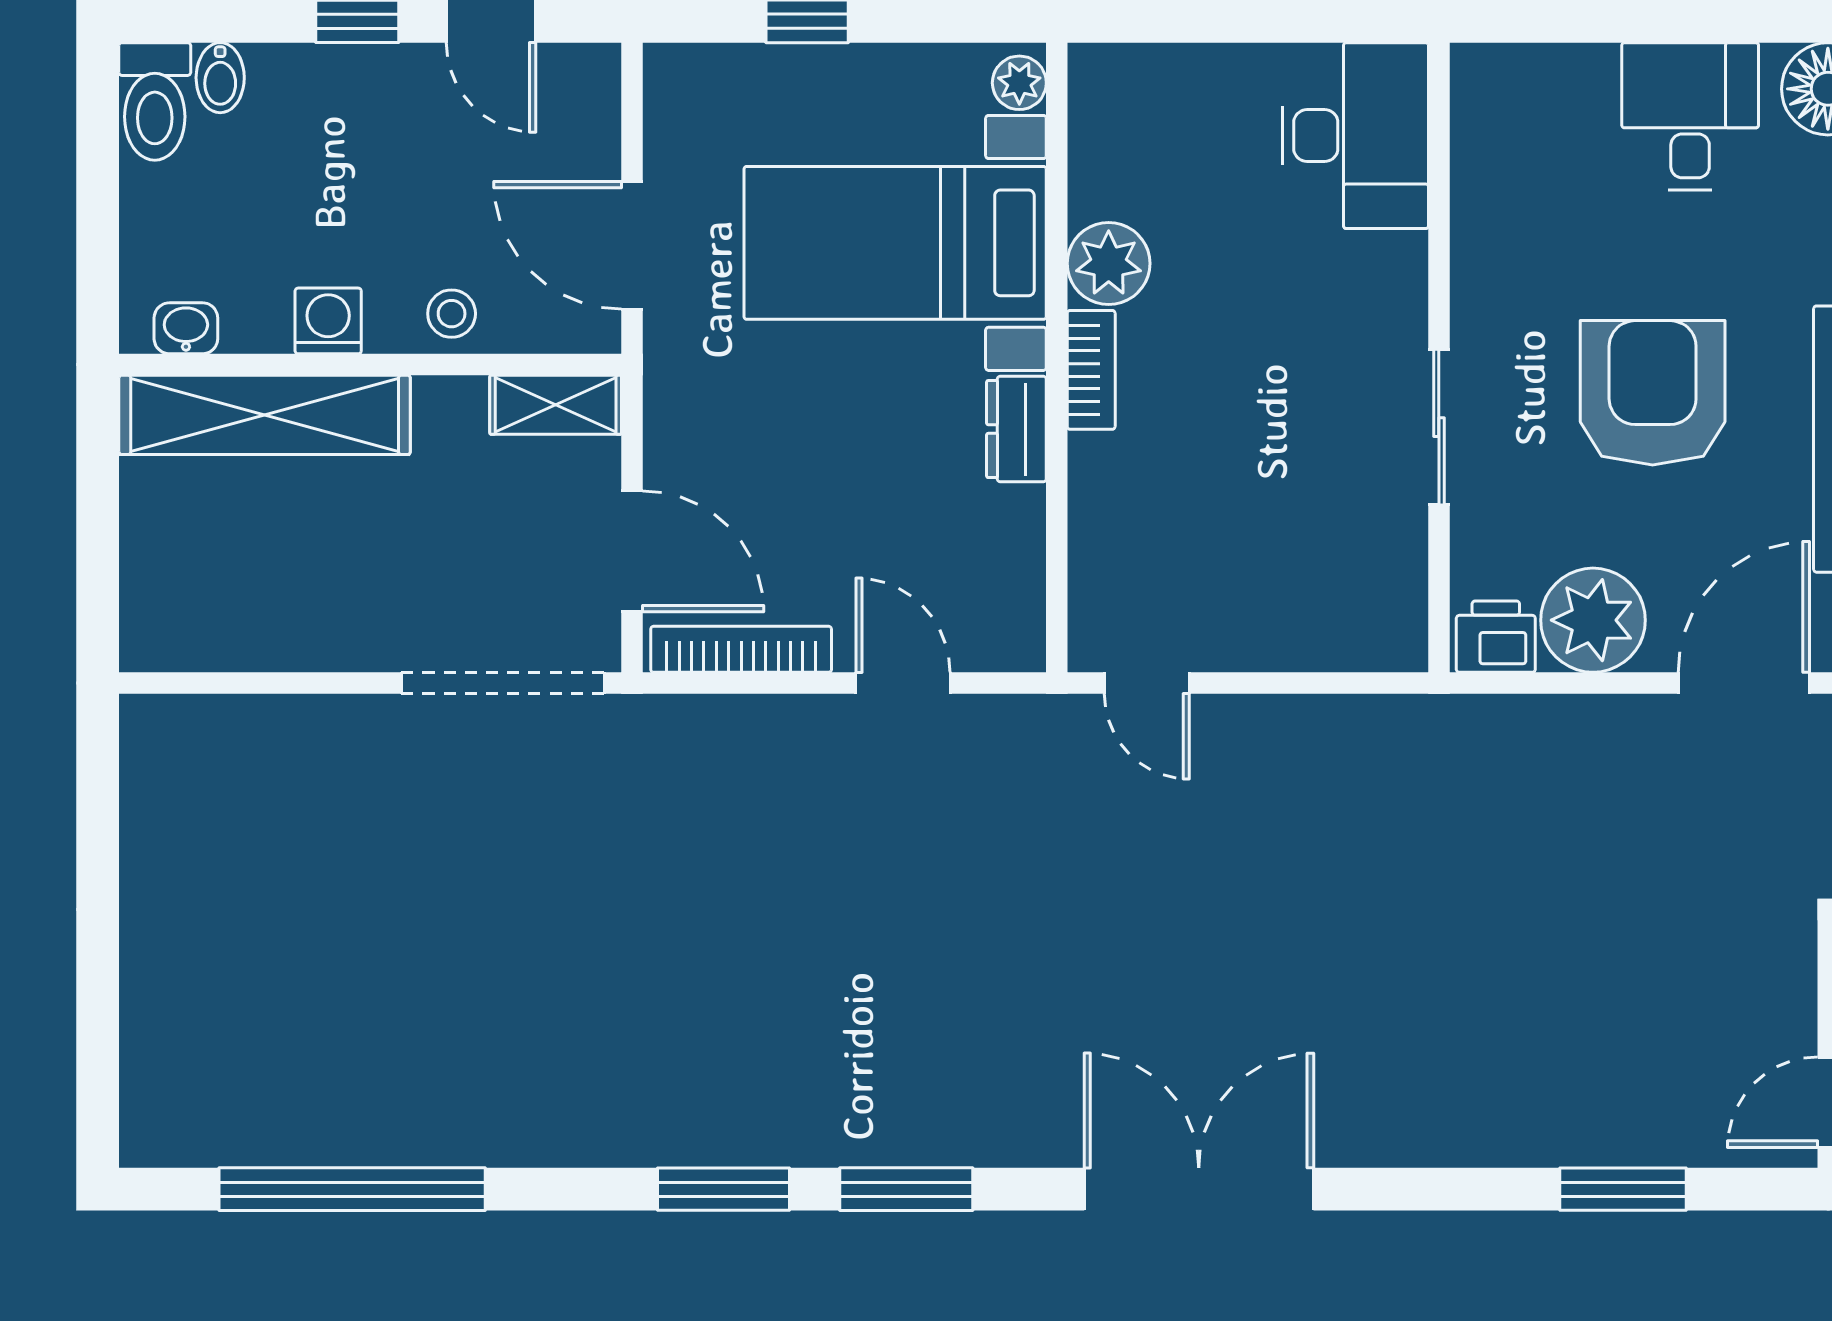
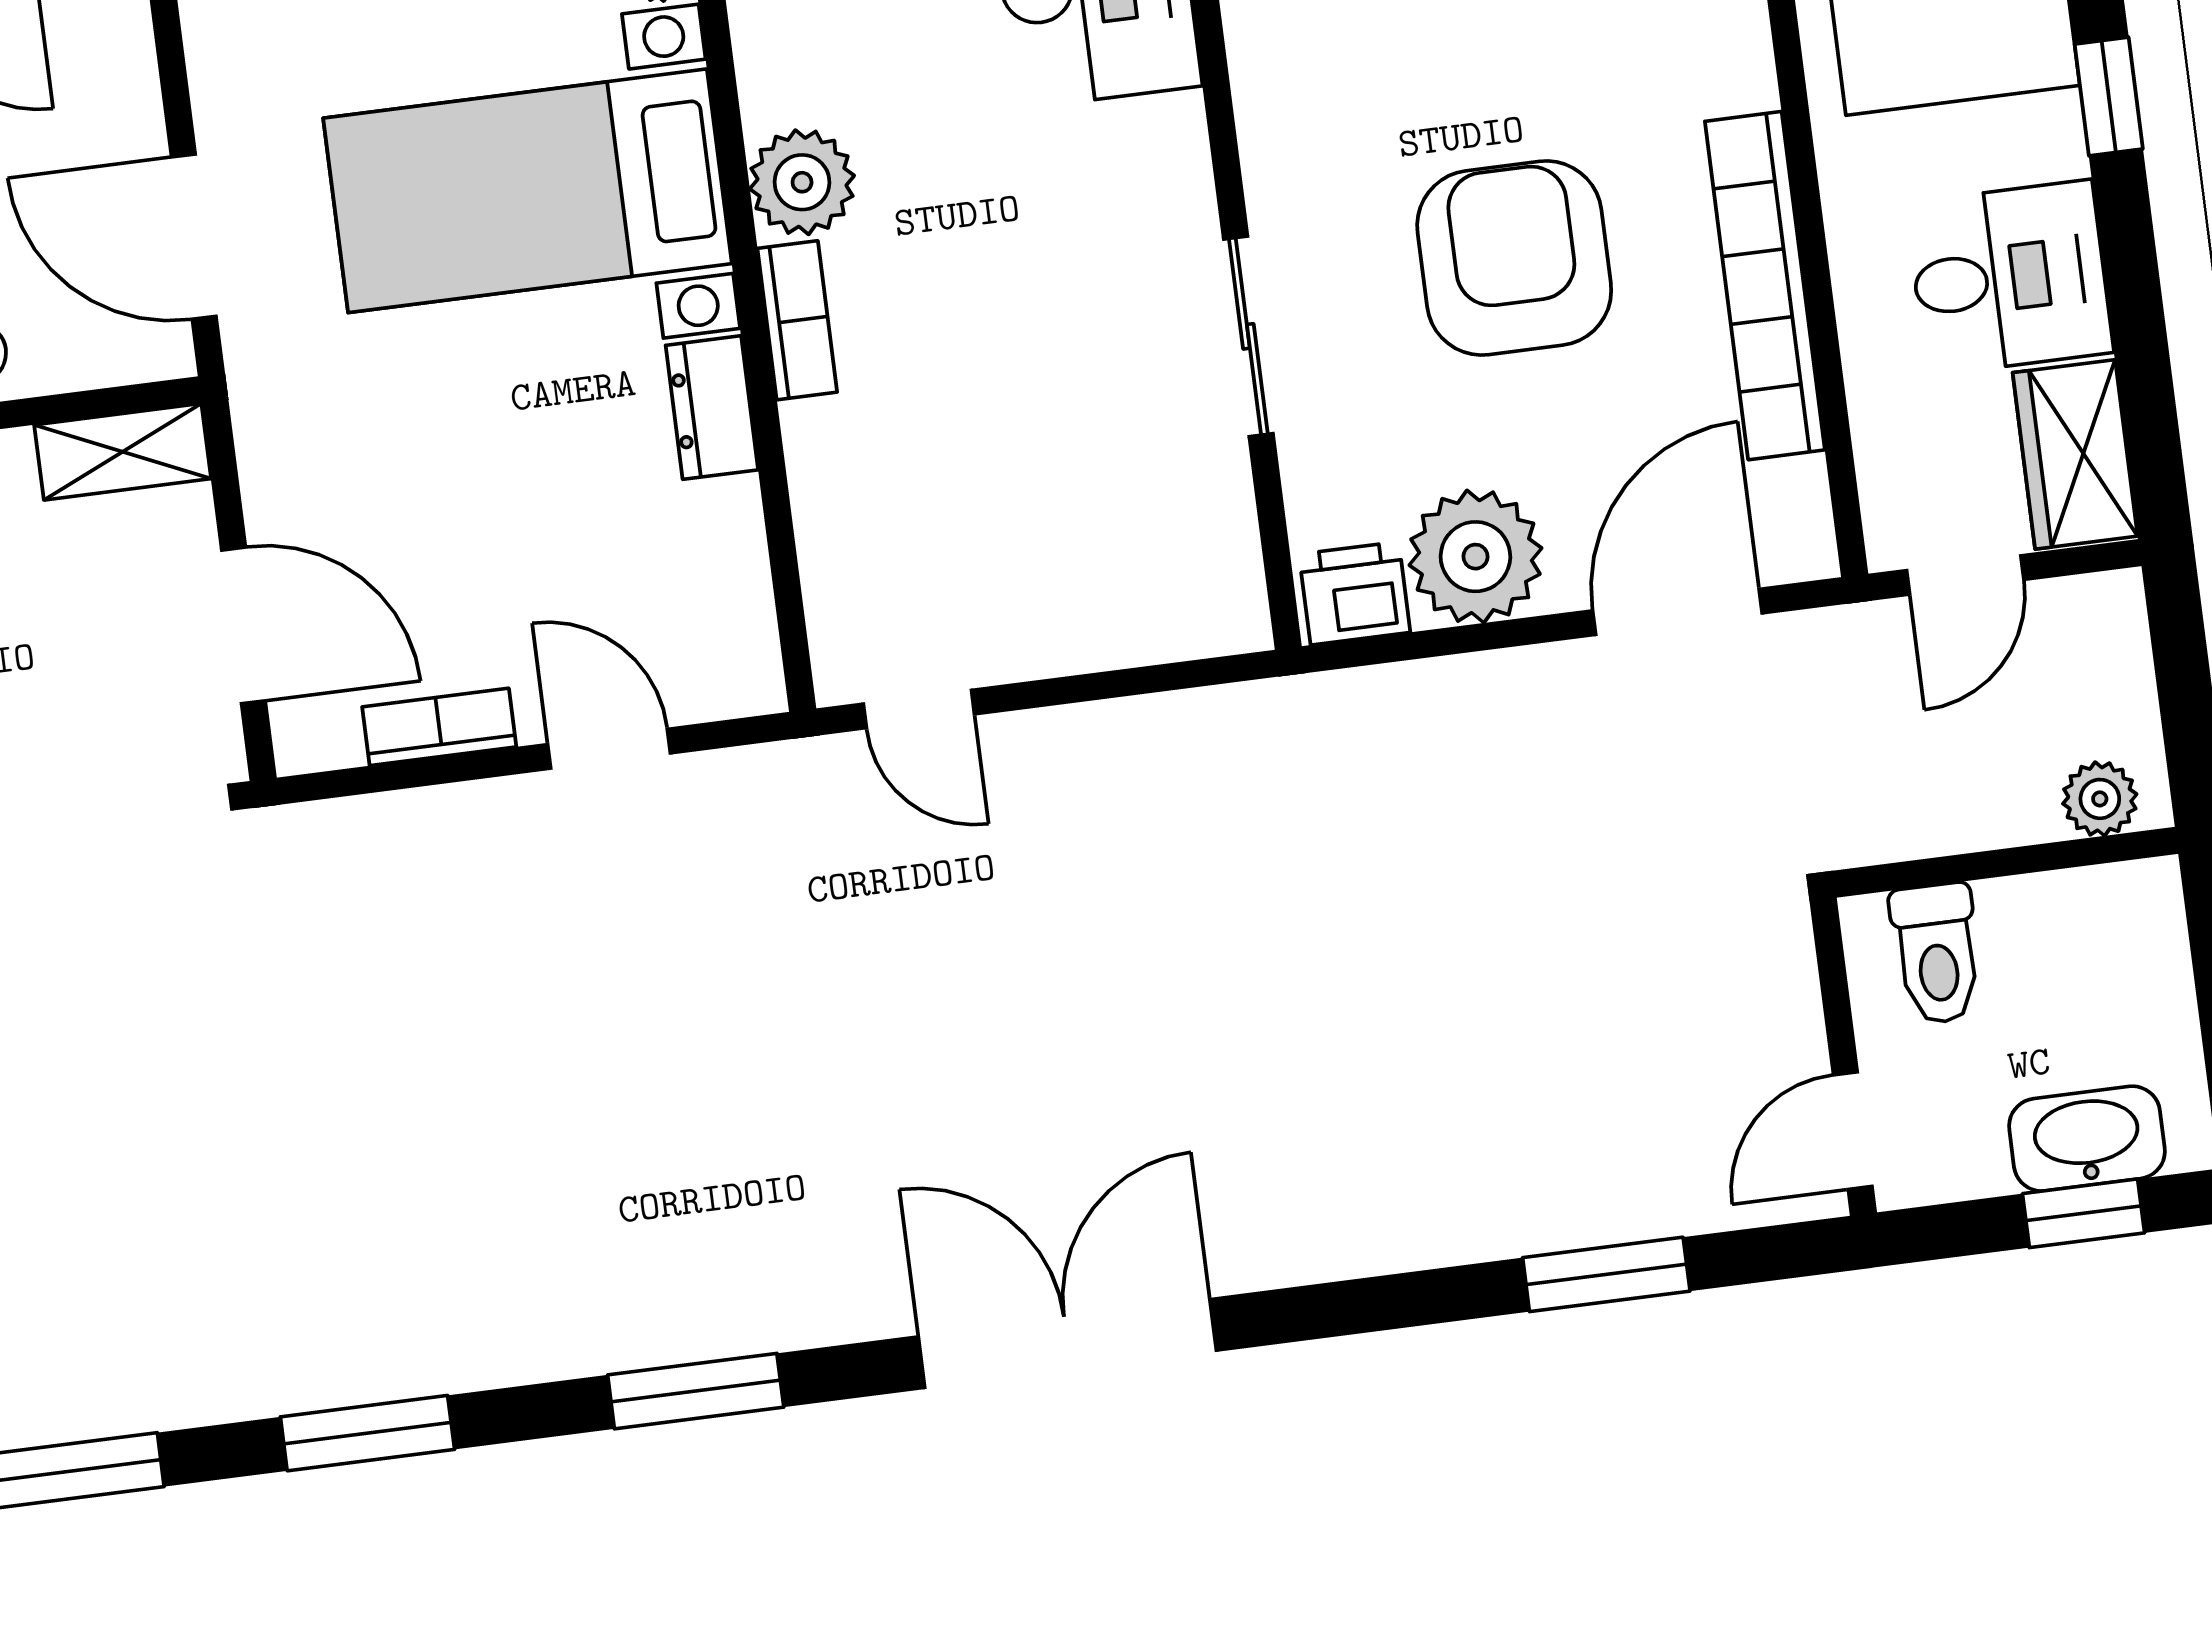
bookcase: (741, 649) -> (439, 727), width x0.64
window: (723, 1189) -> (367, 1433), moved

